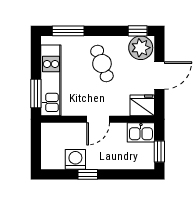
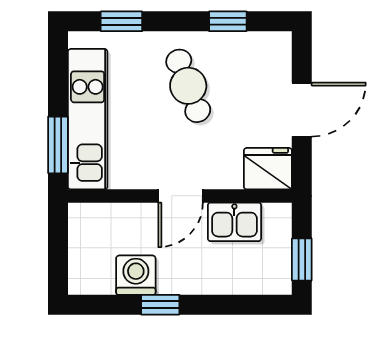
window: (68, 31) -> (121, 21), width x0.67
window: (138, 31) -> (228, 21), moved
plant: (141, 48) -> (265, 55), removed
kitchen sink: (141, 132) -> (234, 222), moved

